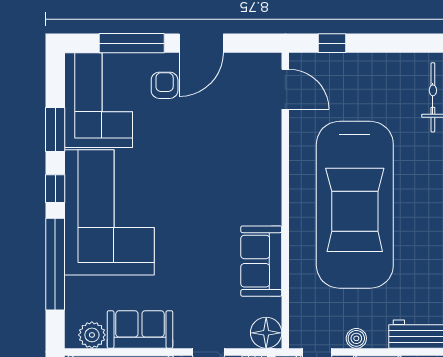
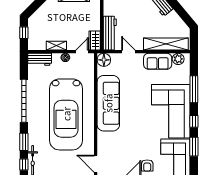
car: (355, 205) -> (66, 114), turned 180
sofa: (261, 261) -> (108, 103), width x1.85, depth x1.27
window: (55, 264) -> (194, 89), width x0.68

